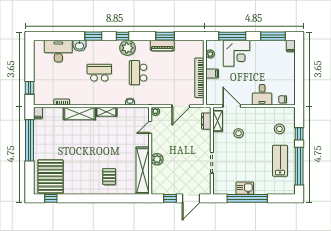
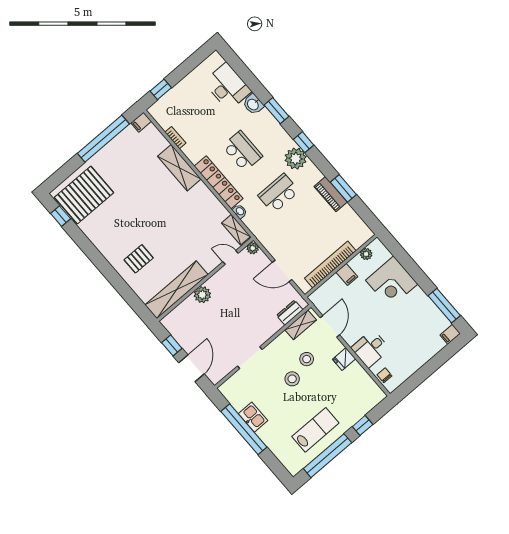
window: (232, 36) -> (406, 262), removed
locker: (105, 99) -> (218, 182), added
shelving: (106, 112) -> (236, 230), moved
fridge: (256, 113) -> (344, 359), added
stool: (279, 129) -> (292, 379), moved
door: (191, 198) -> (192, 368), swing flipped

